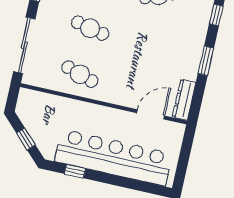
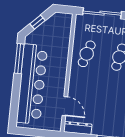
window: (75, 171) -> (19, 59), width x2.17

